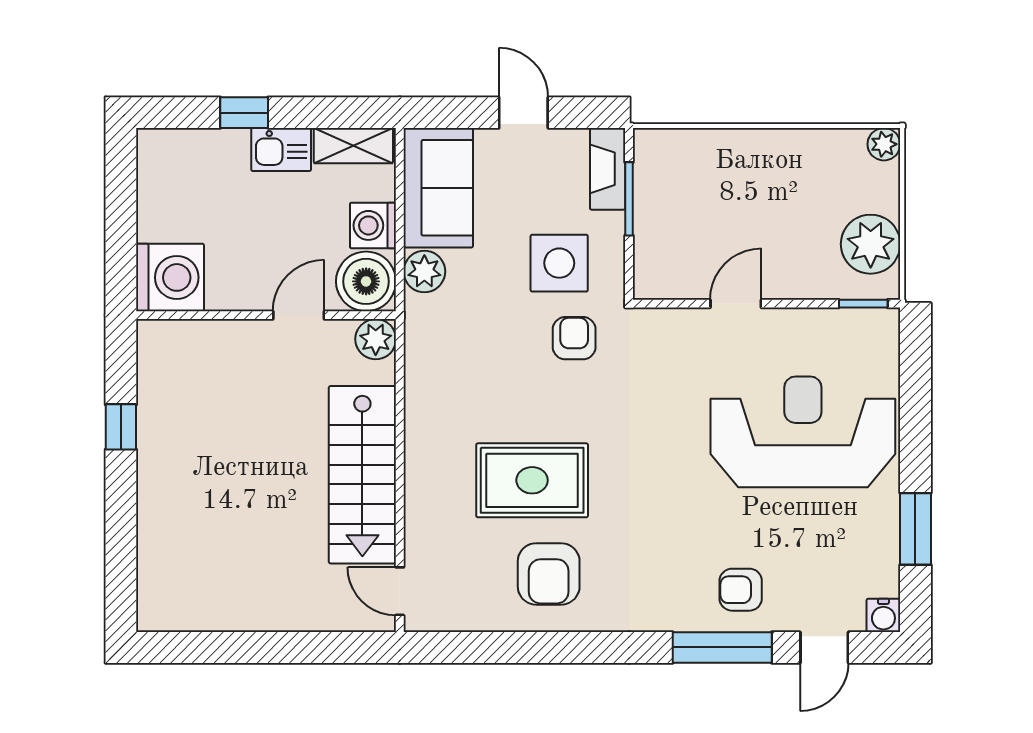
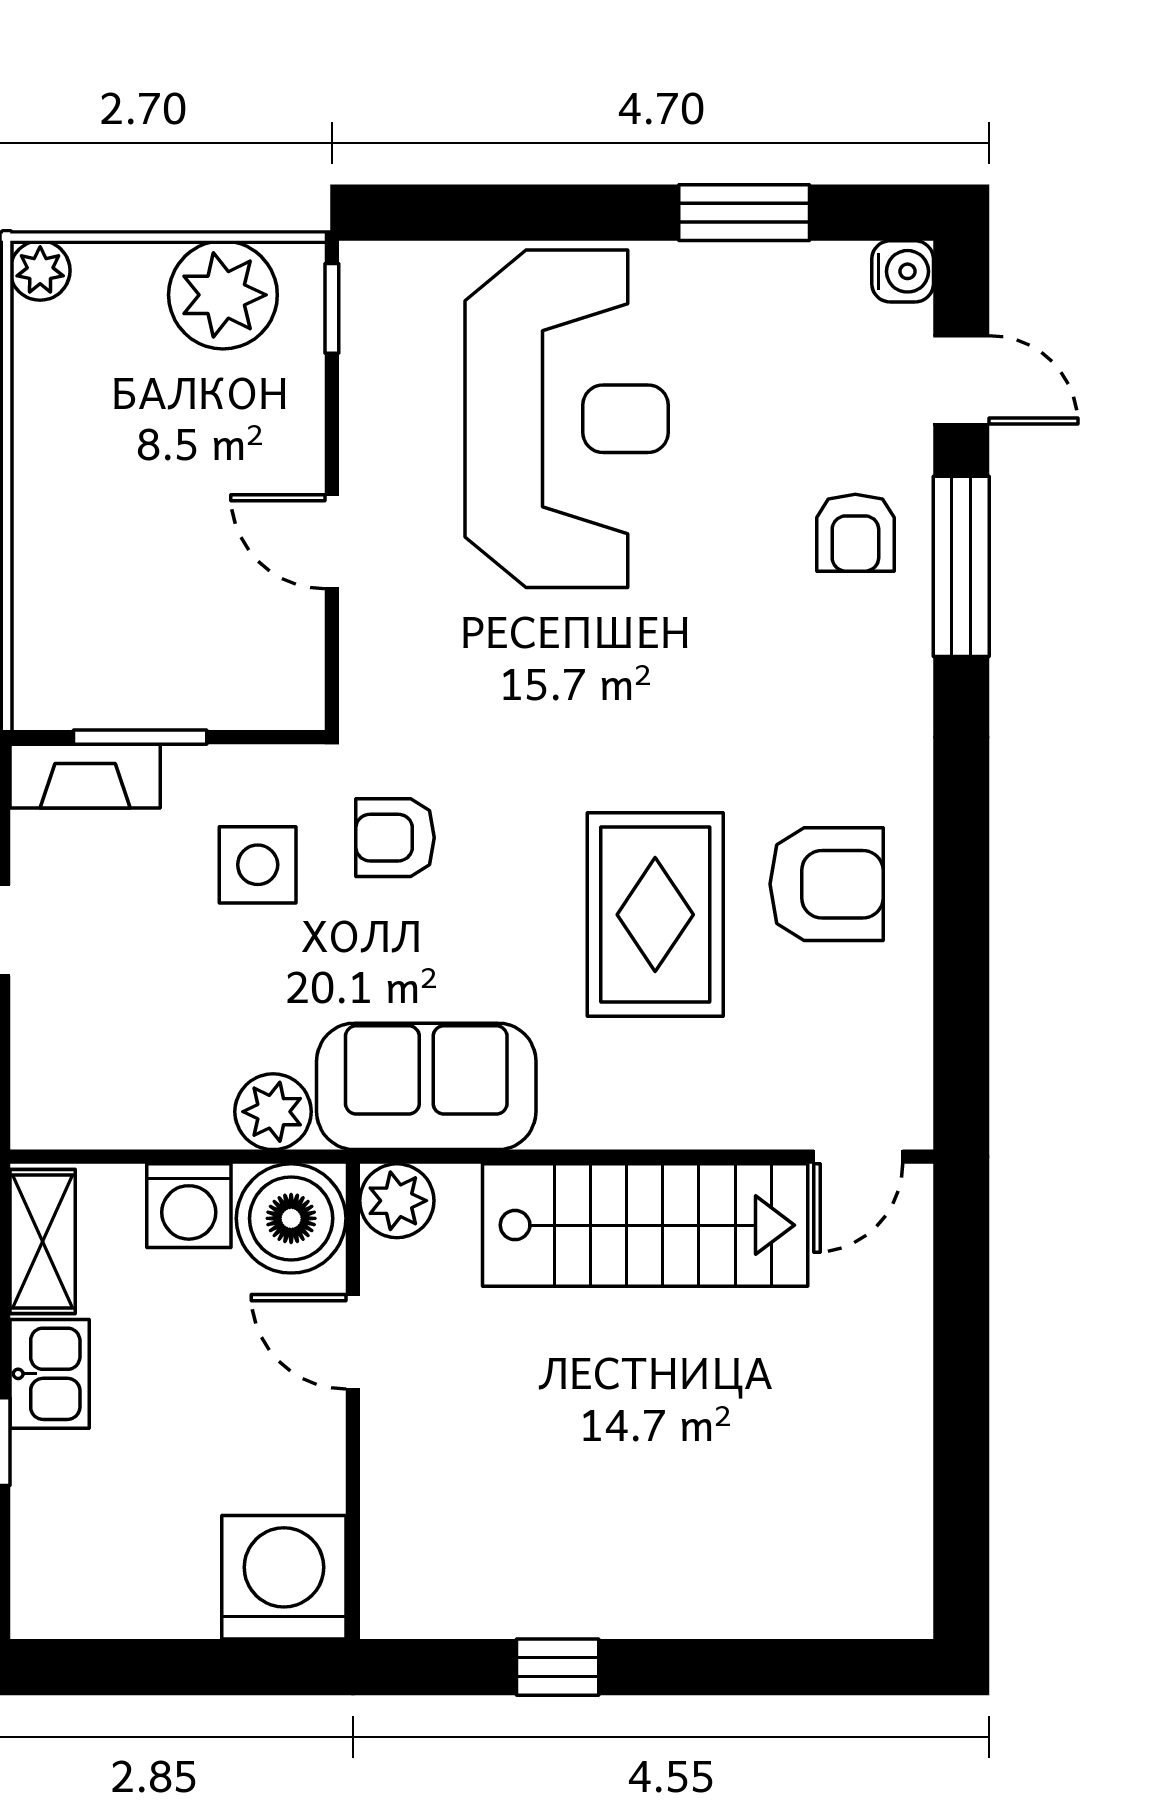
sofa: (438, 188) -> (426, 1086), moved
side table: (559, 263) -> (258, 865), width x0.73, depth x0.73
reception desk: (803, 432) -> (567, 419), turned 180

